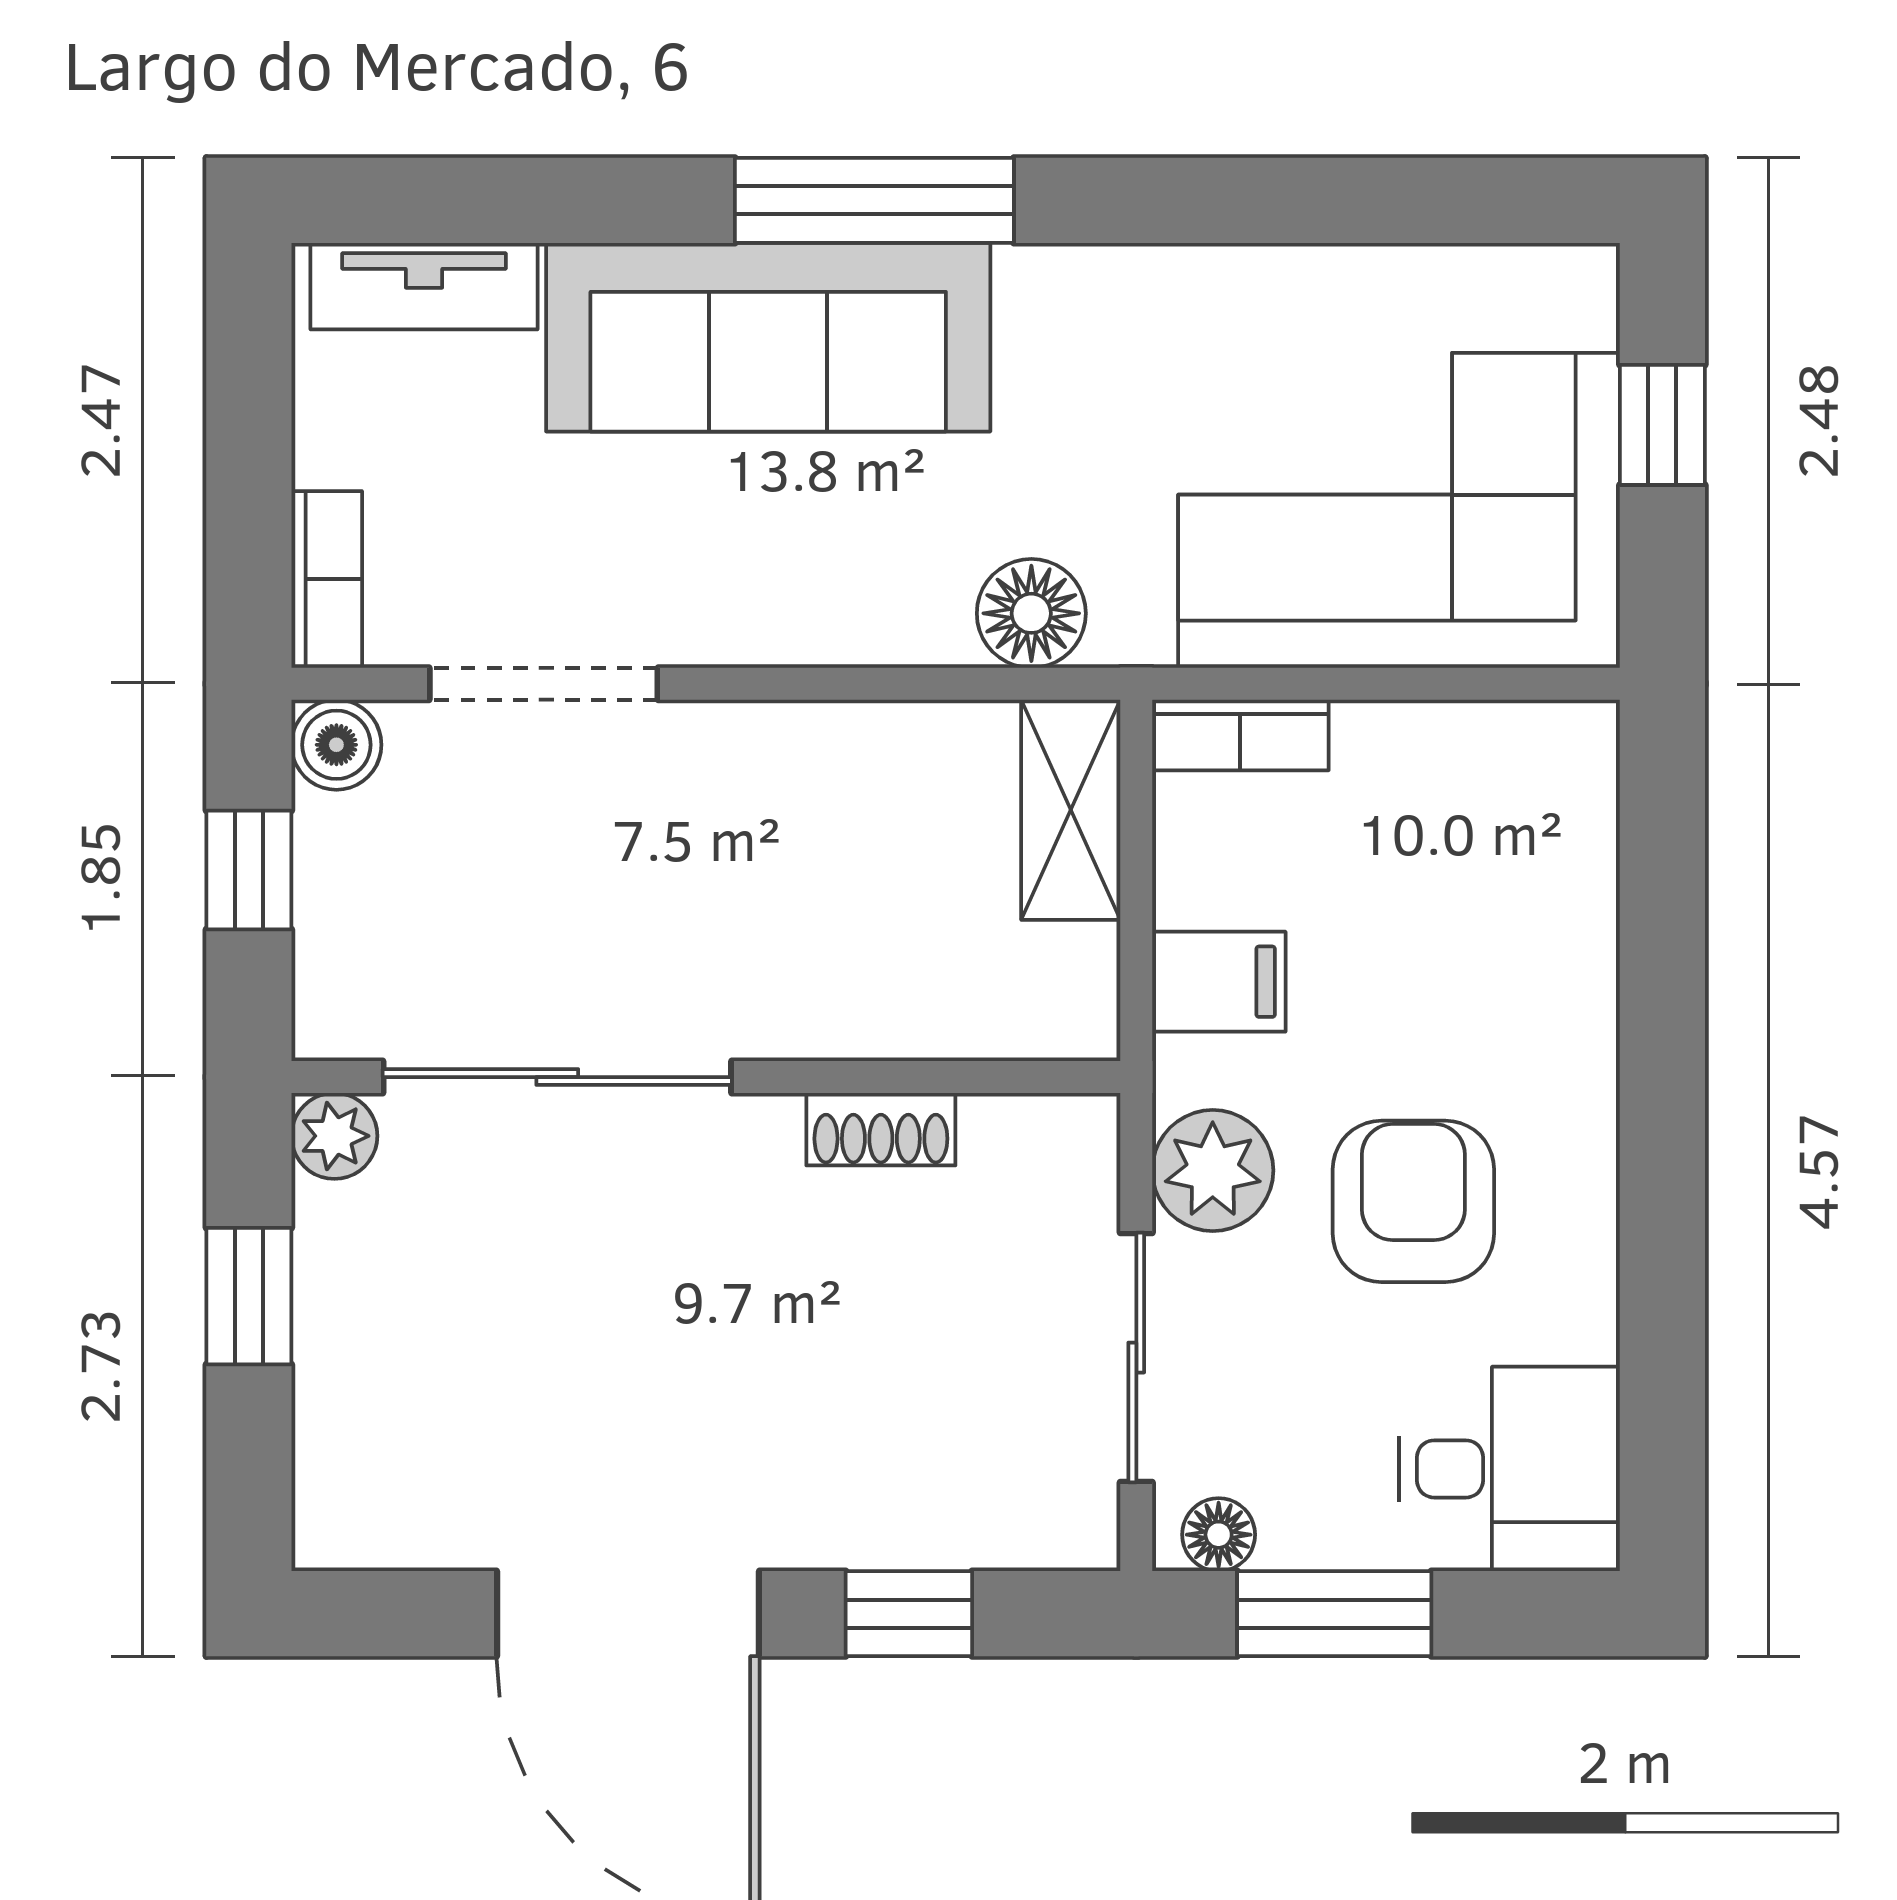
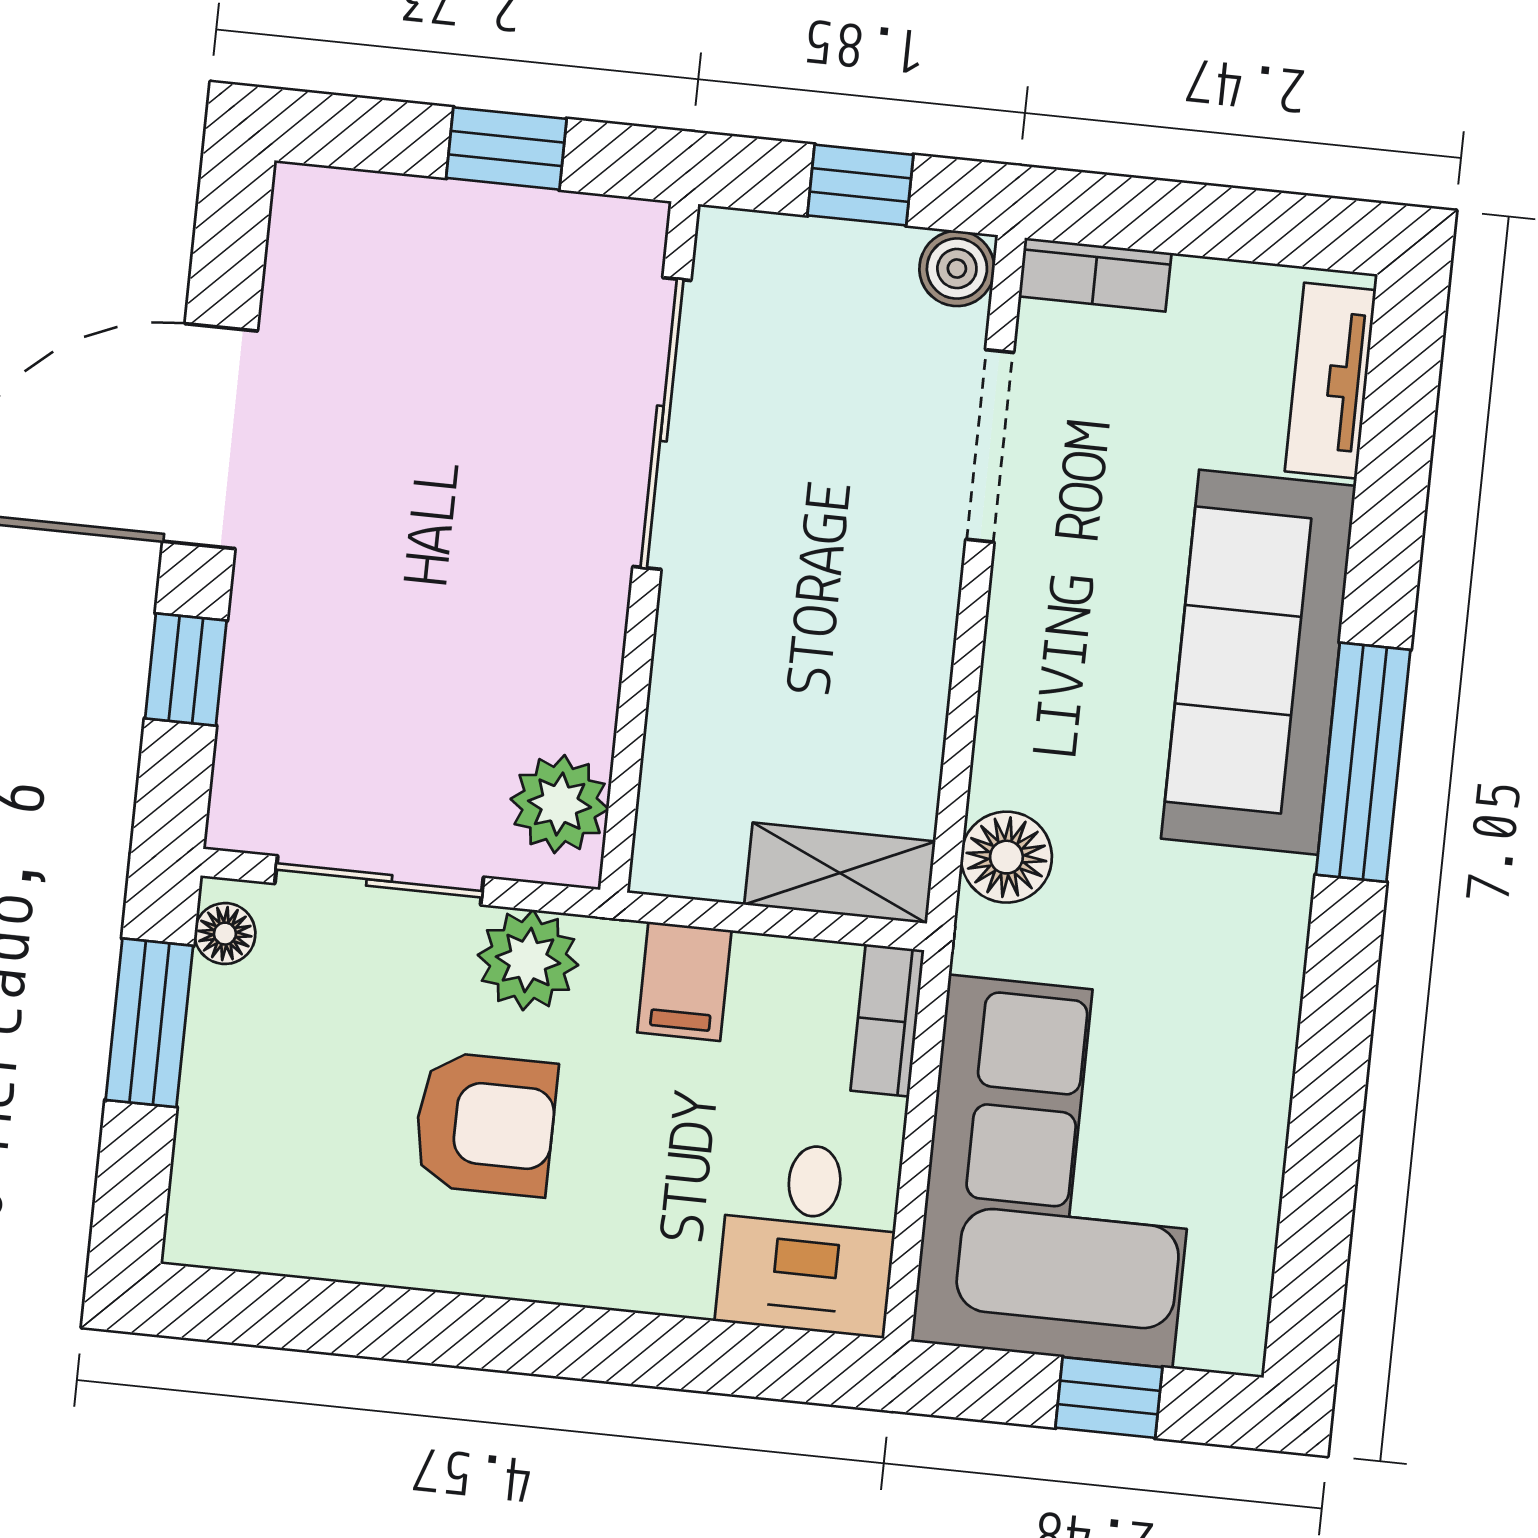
shoe rack: (881, 1129) -> (591, 688), removed
plant: (334, 1136) -> (560, 804), moved, width x1.38, depth x1.38
desk: (1510, 1469) -> (809, 1238), moved

